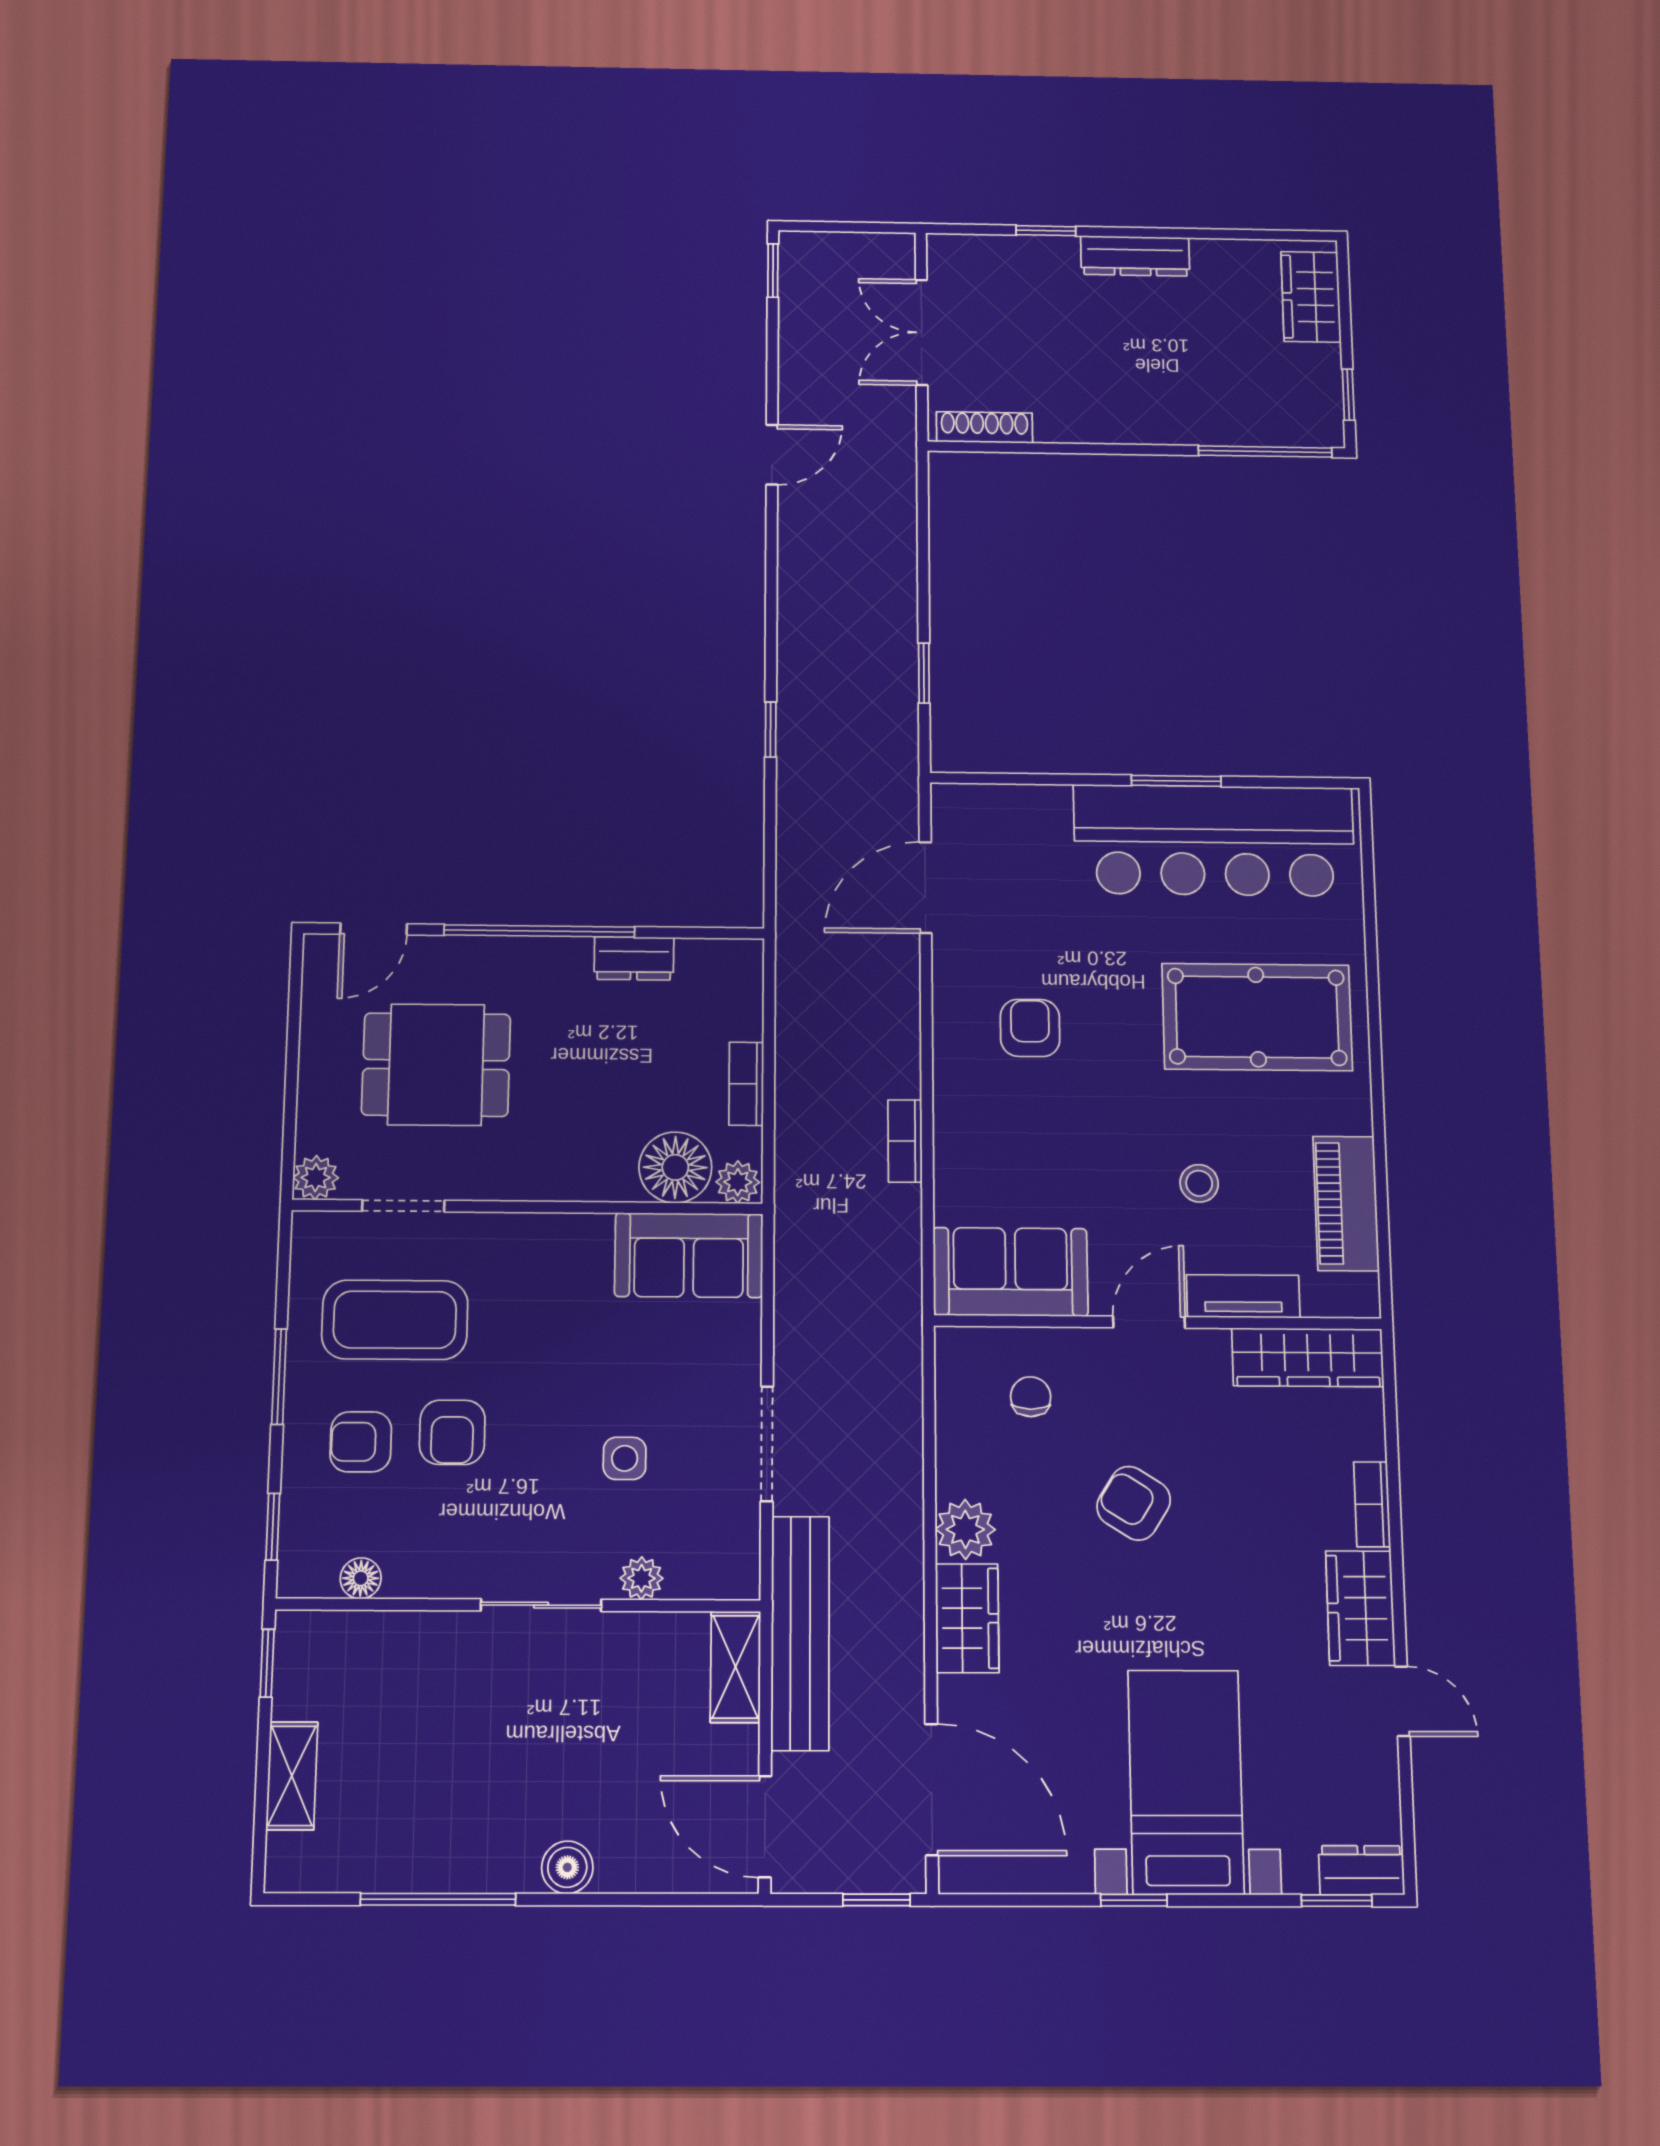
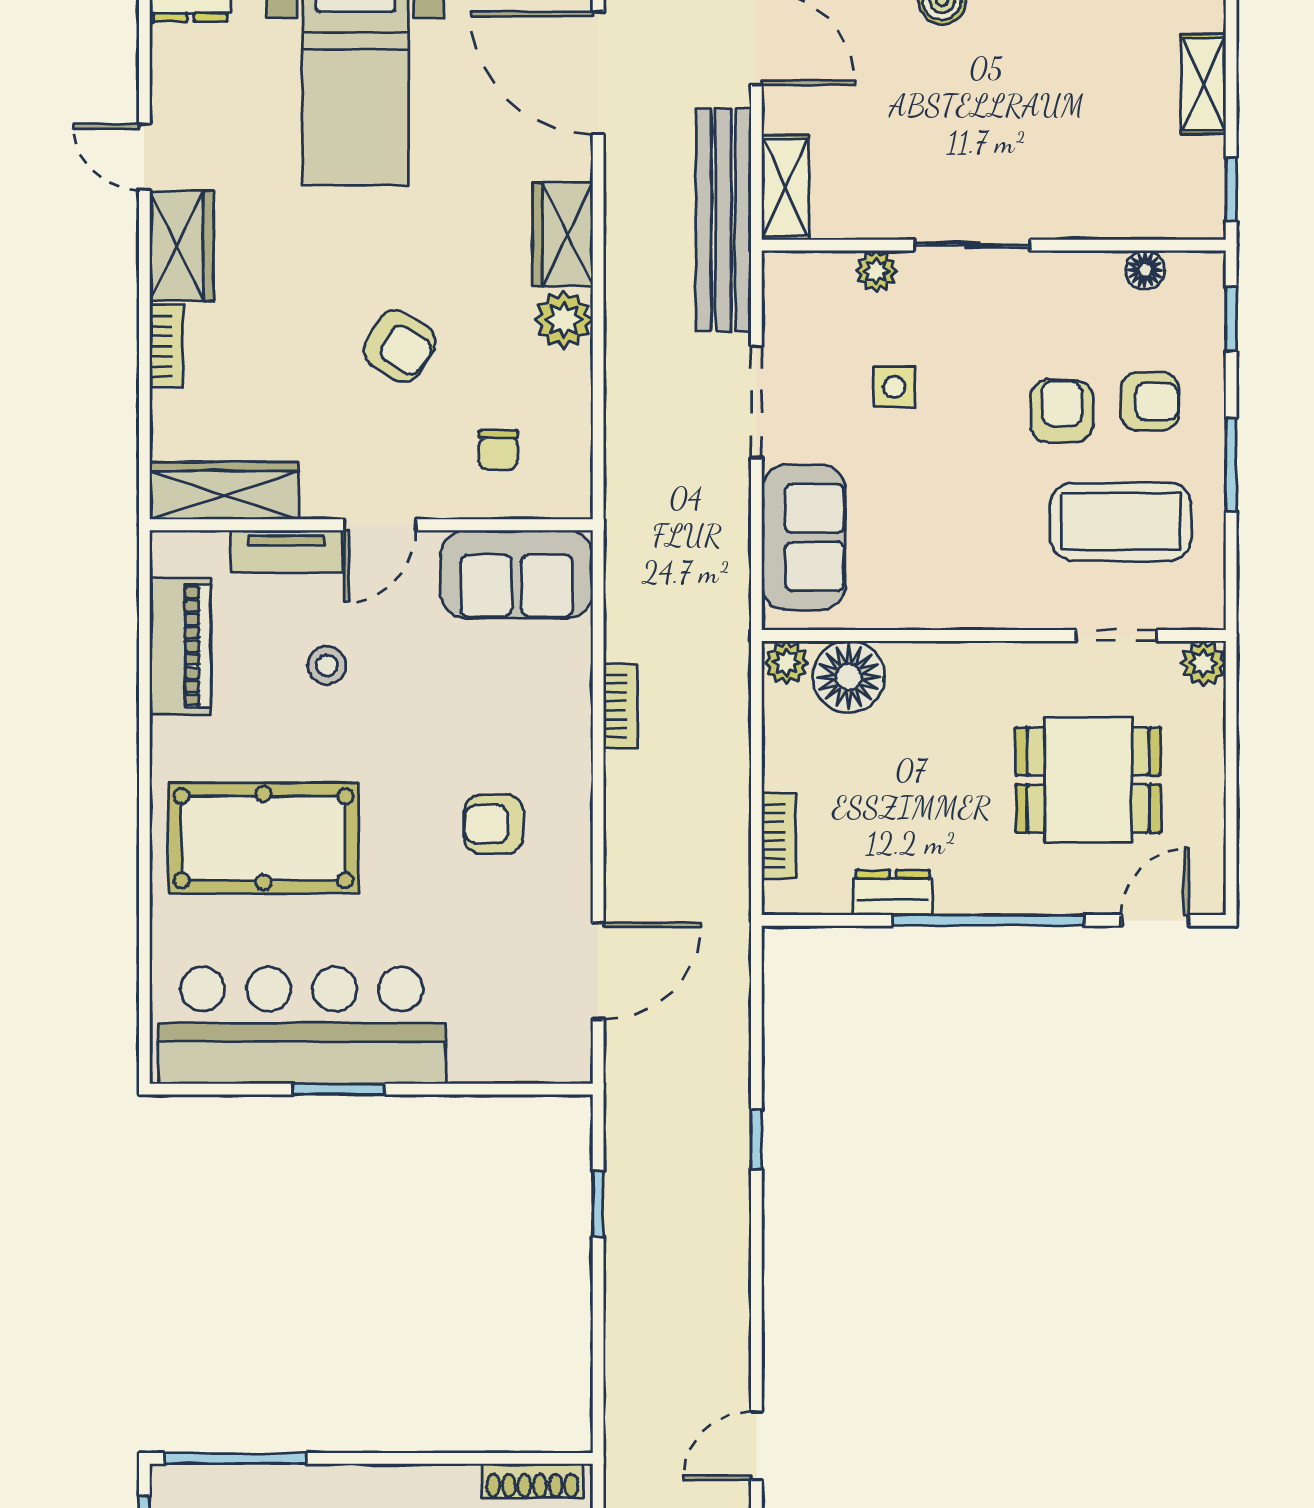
armchair: (1030, 1028) -> (494, 824), turned 90
bookcase: (746, 1084) -> (779, 836), moved
sofa: (689, 1255) -> (804, 537), moved, turned 90

